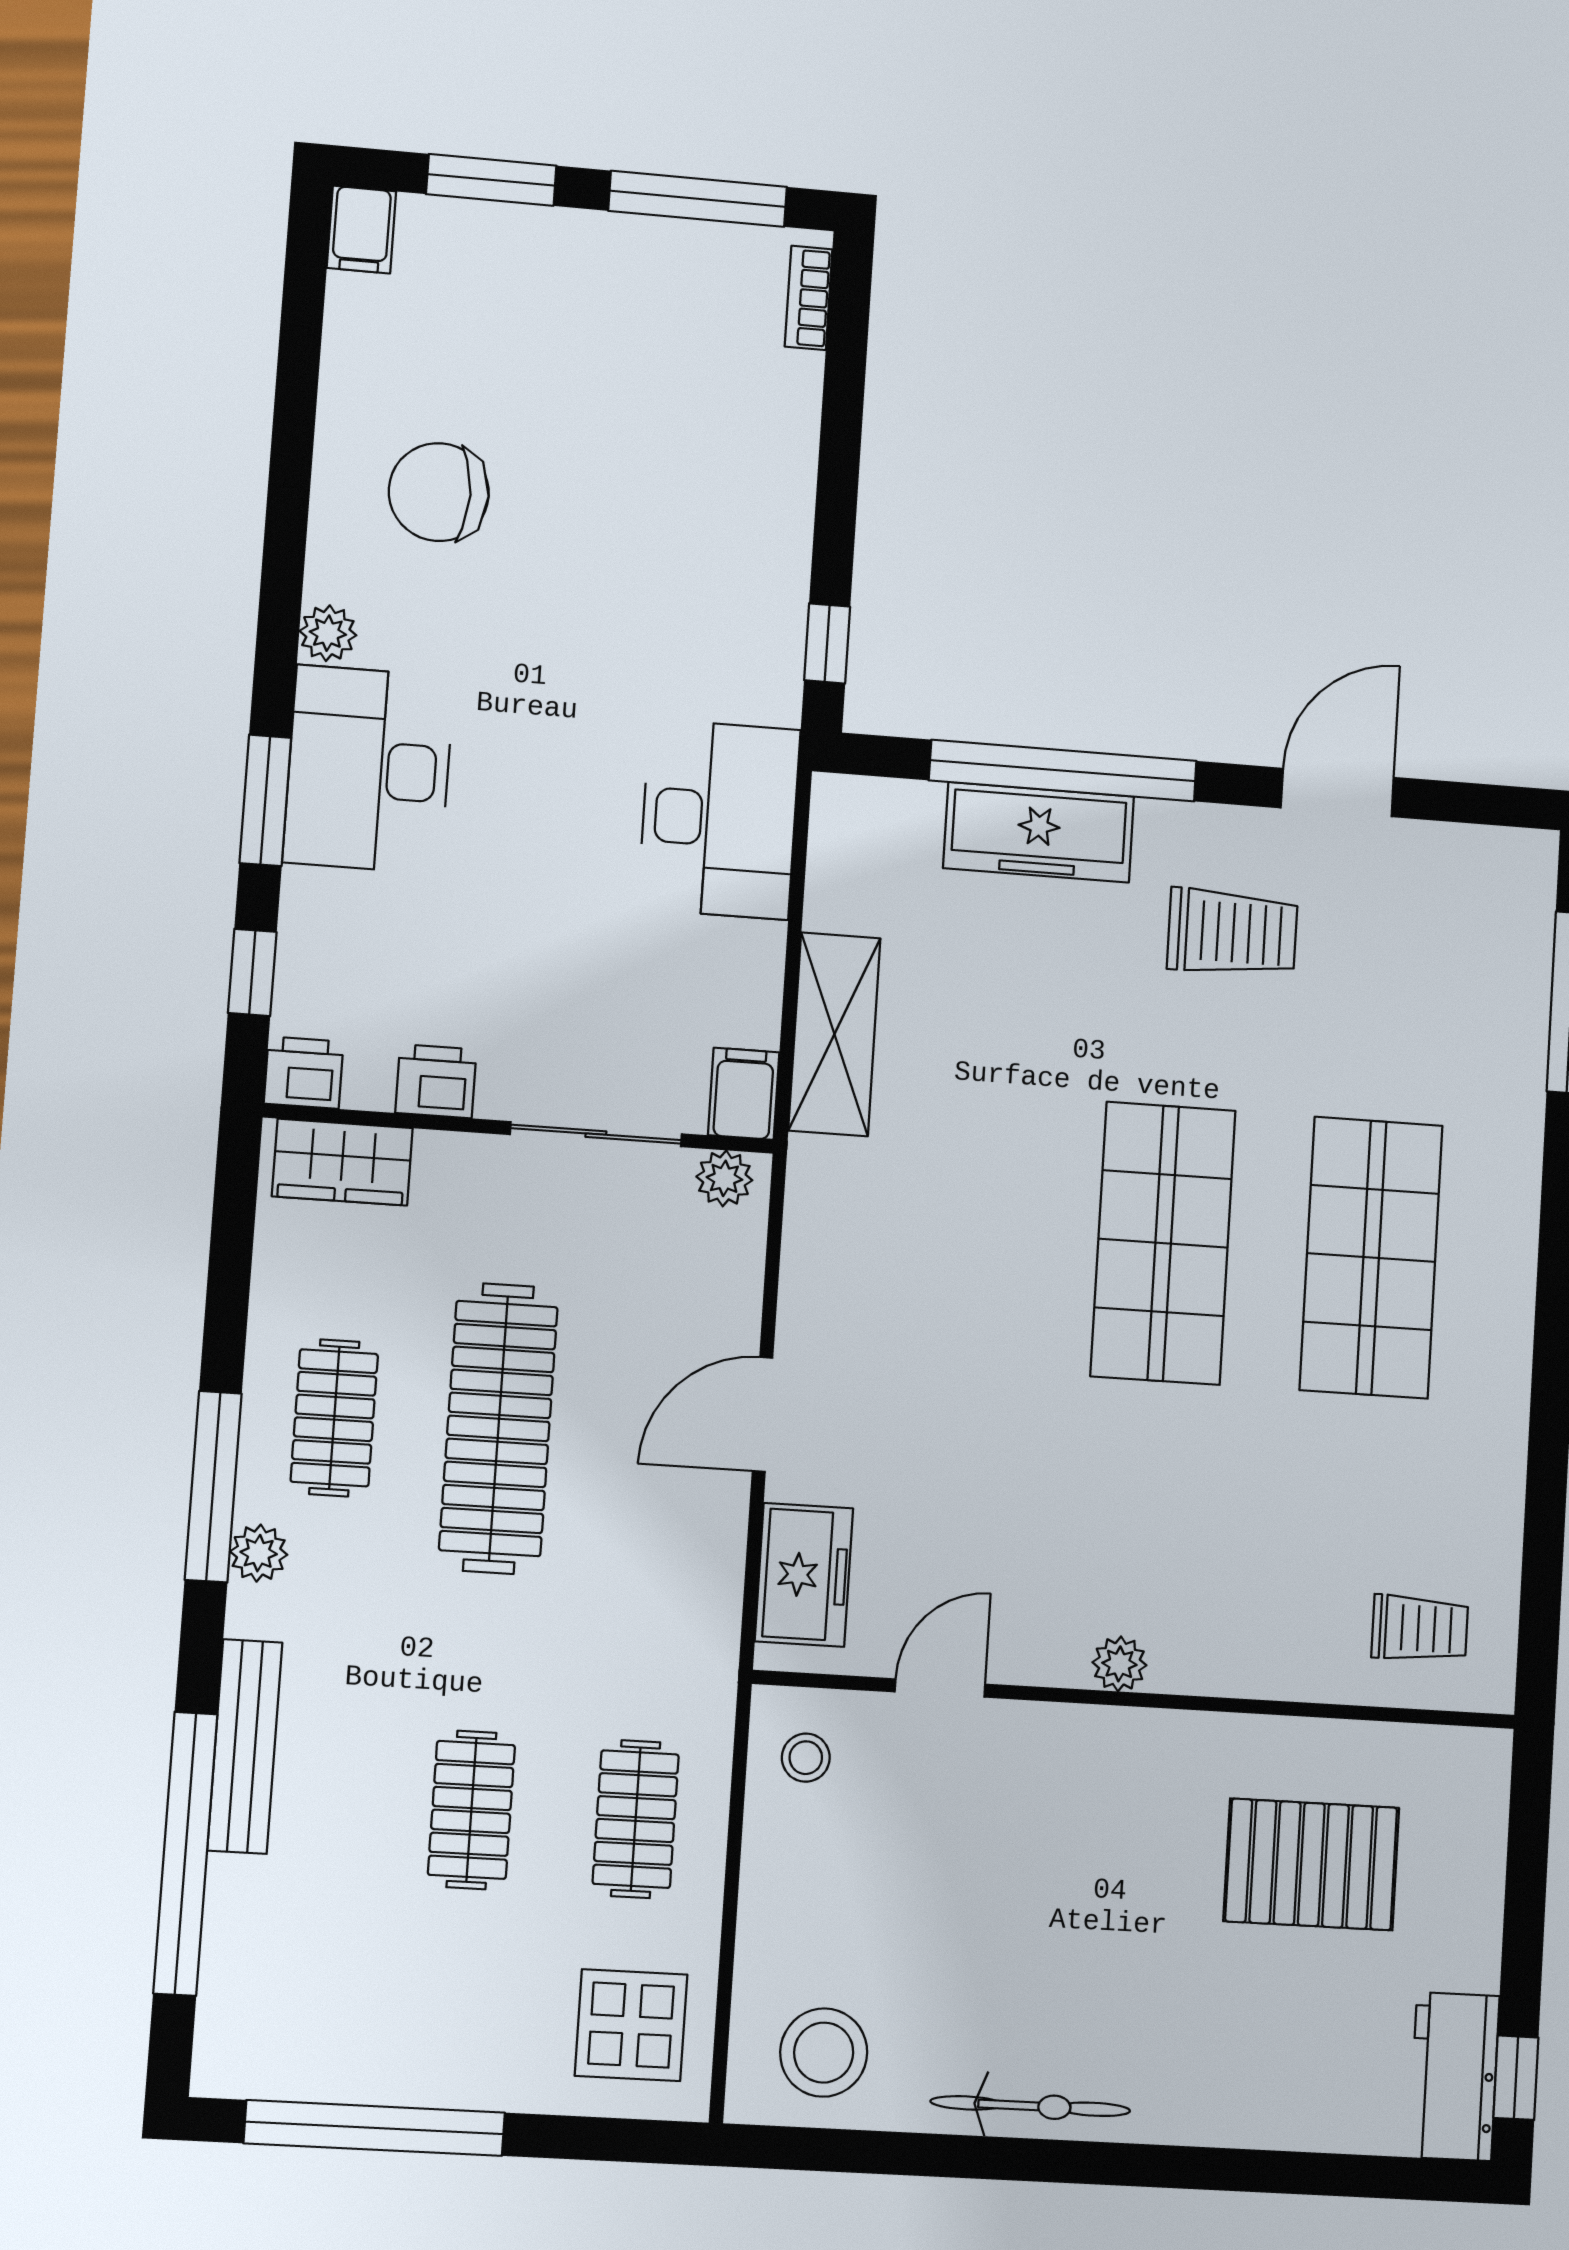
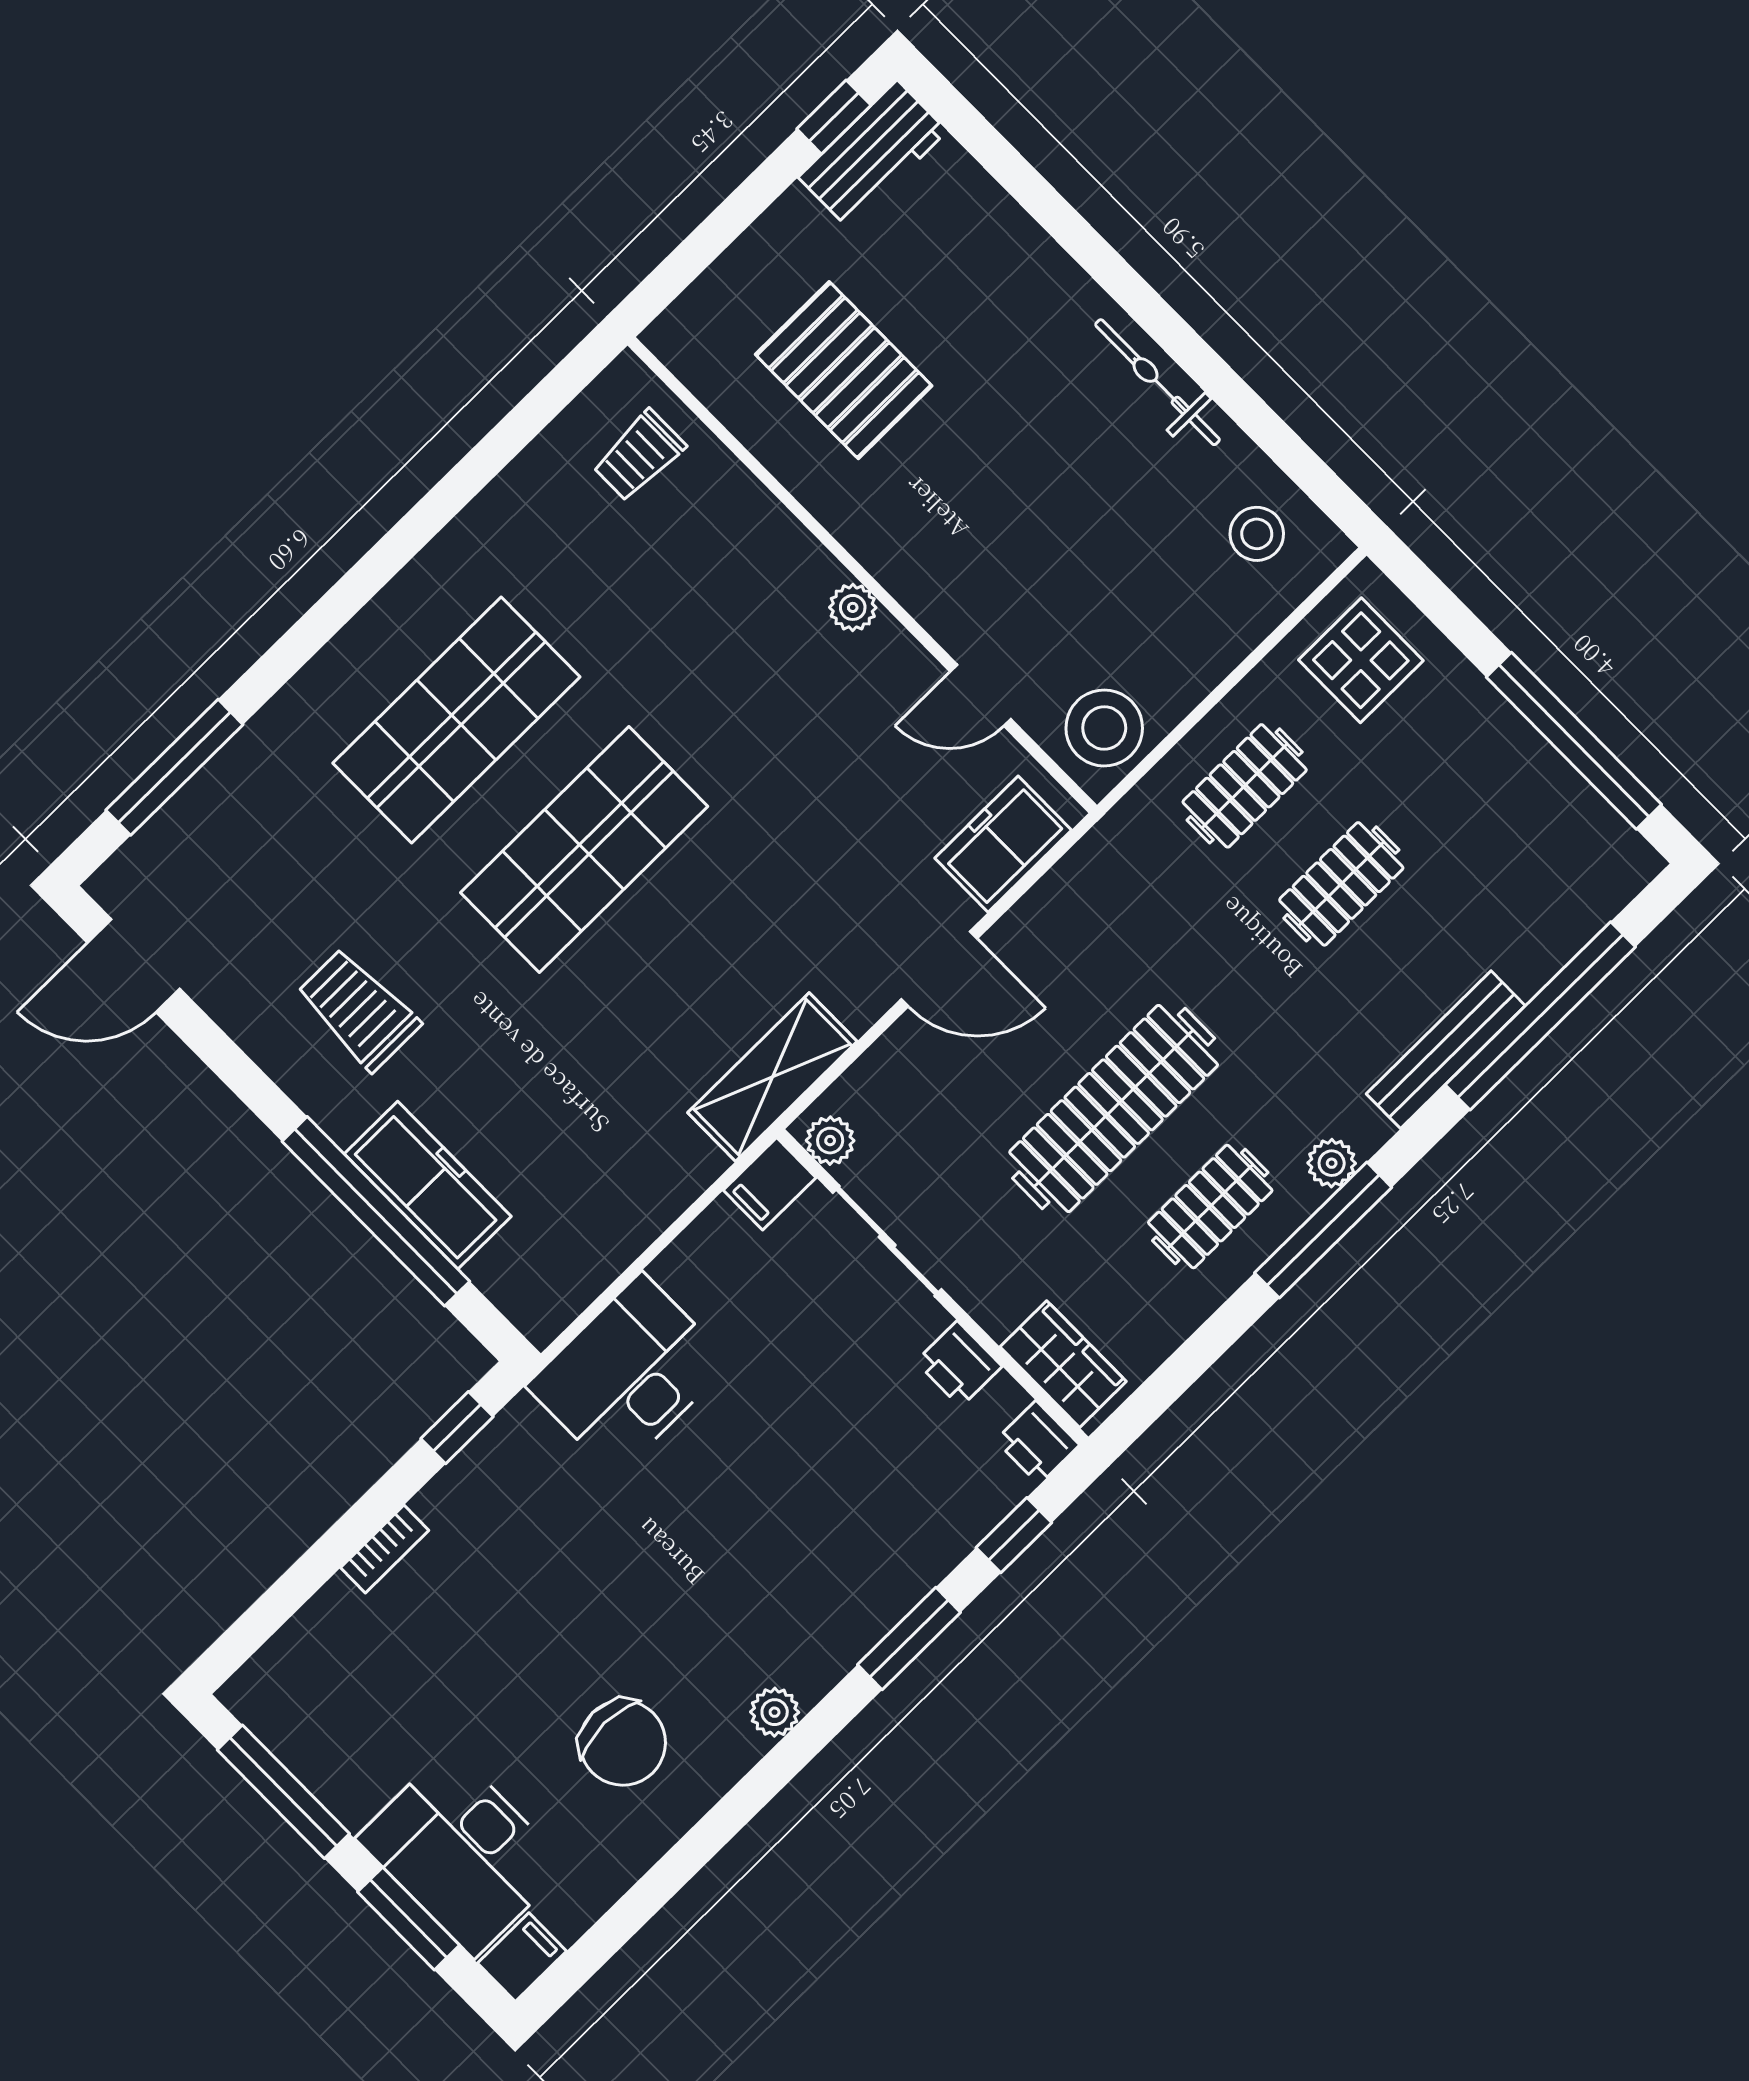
bookcase: (809, 298) -> (385, 1549), moved
desk: (369, 769) -> (462, 1852), moved, turned 90
door: (1337, 792) -> (134, 966), moved
shelving: (834, 1034) -> (772, 1077), moved
trolley: (1420, 1628) -> (639, 456), turned -90
stool: (806, 1758) -> (1104, 728), width x1.89, depth x1.89
stool: (824, 2053) -> (1257, 534), width x0.73, depth x0.73

